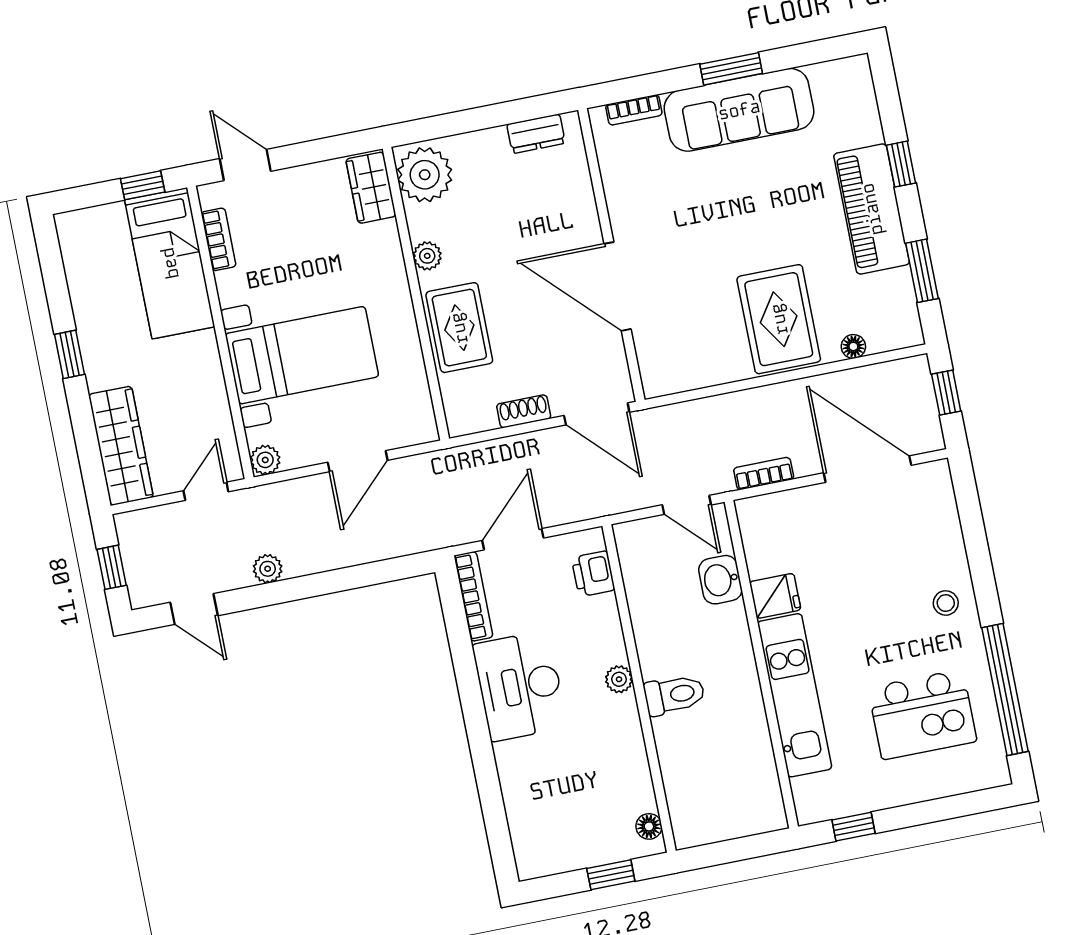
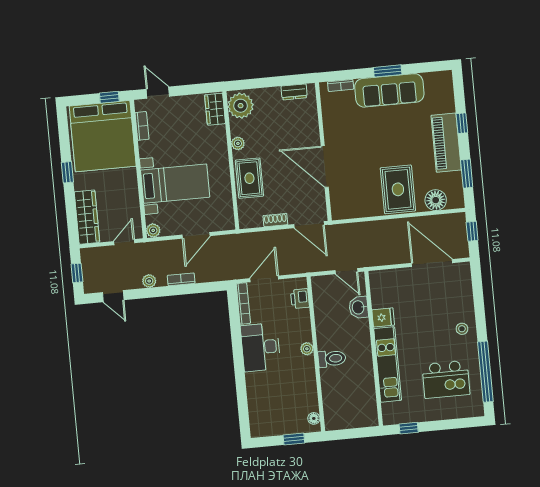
bed: (170, 263) -> (103, 136), width x2.04
floor lamp: (853, 346) -> (436, 200), width x1.89, depth x1.89
bookcase: (764, 474) -> (181, 279), moved

